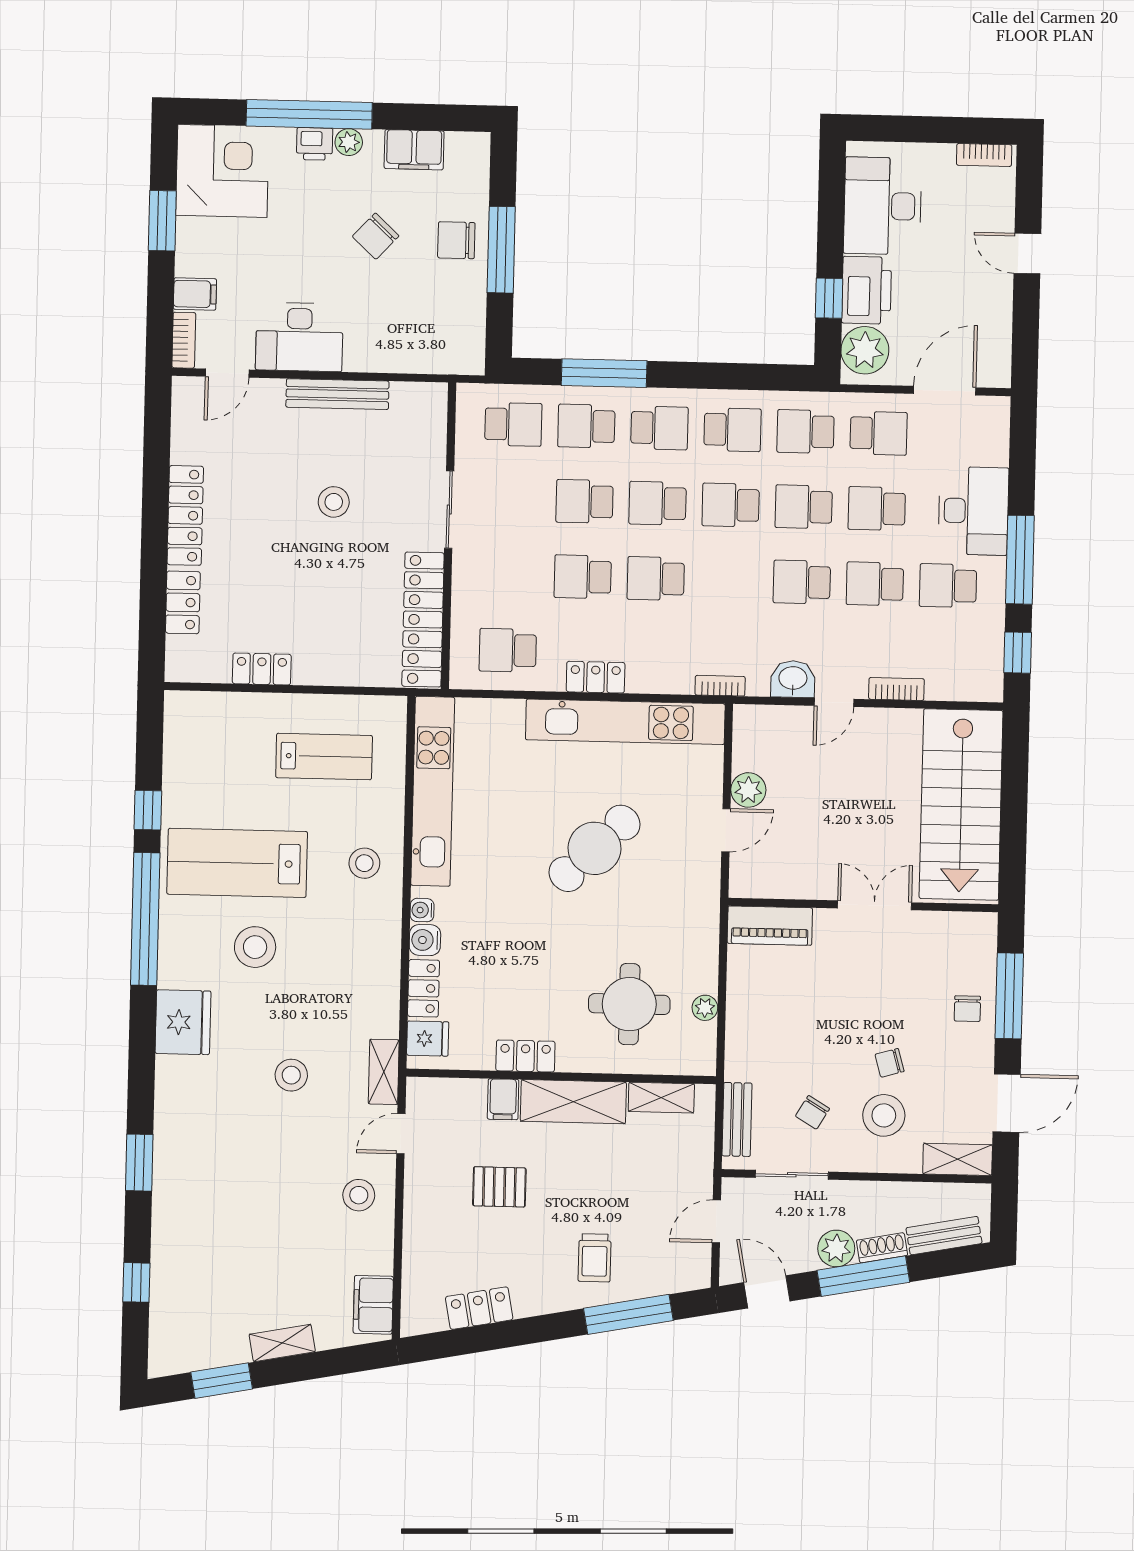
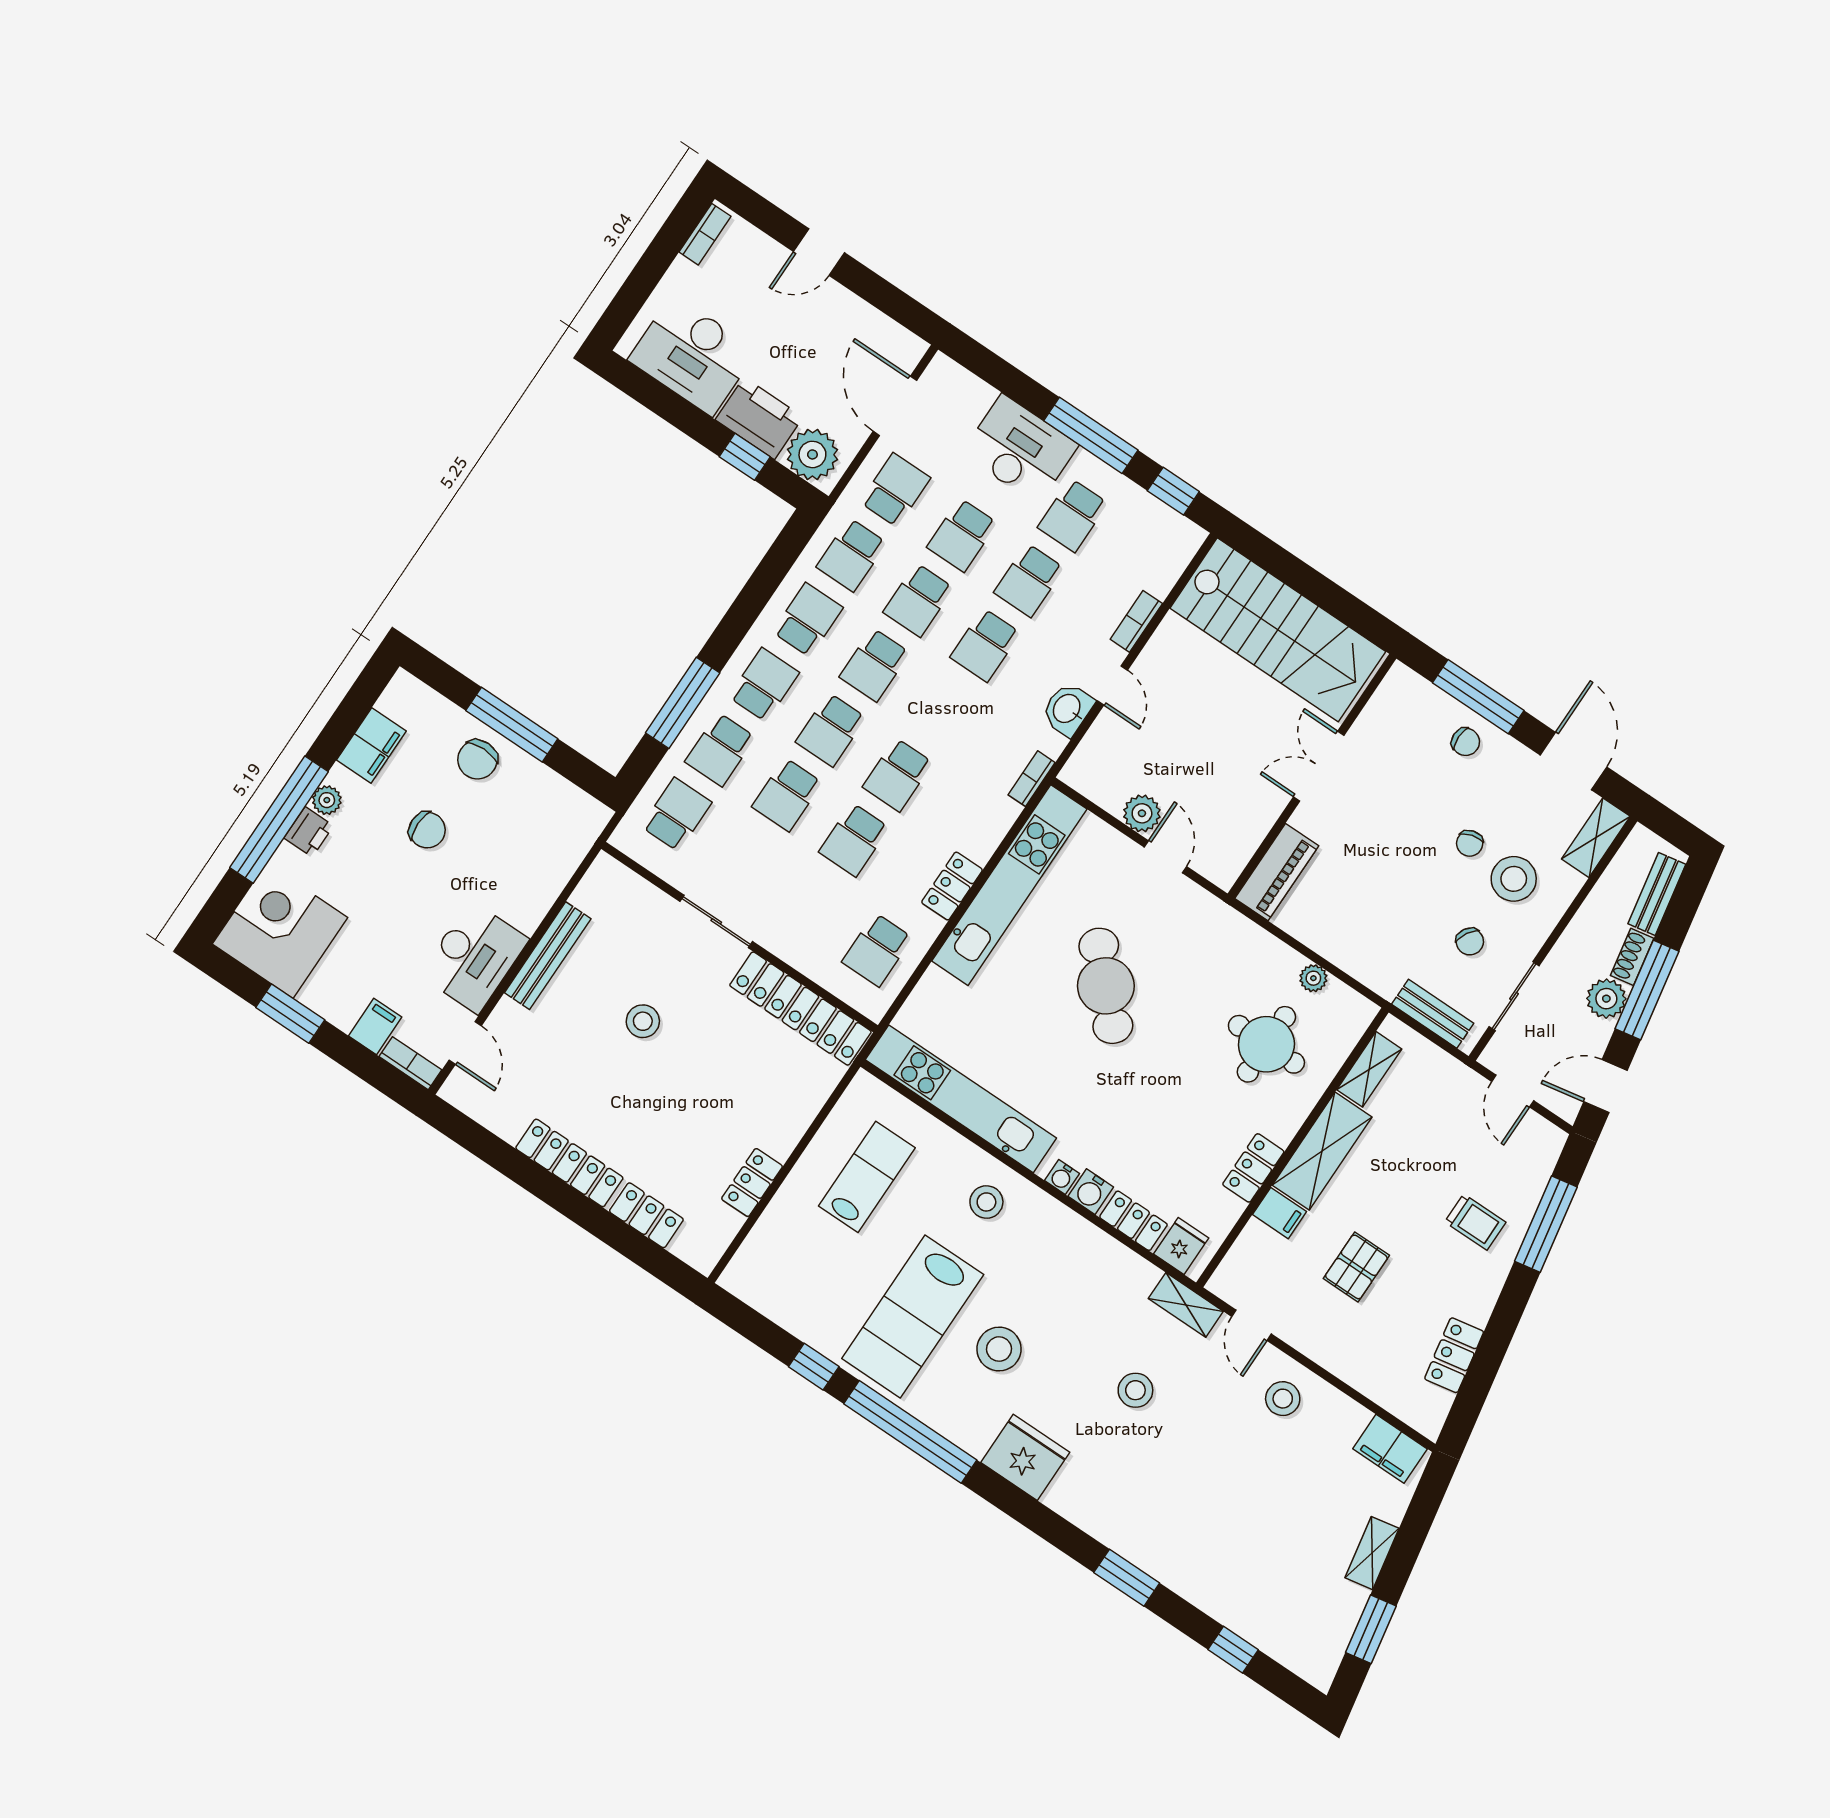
chair: (376, 236) -> (427, 830), turned -43

